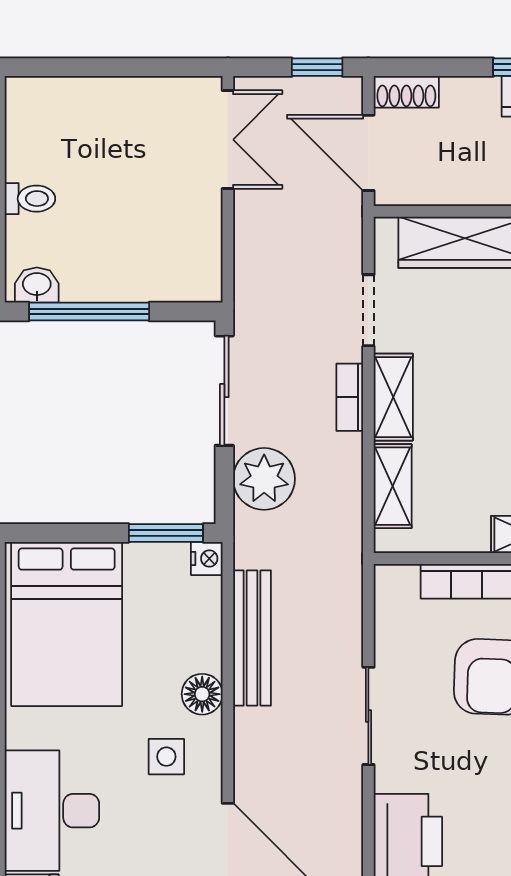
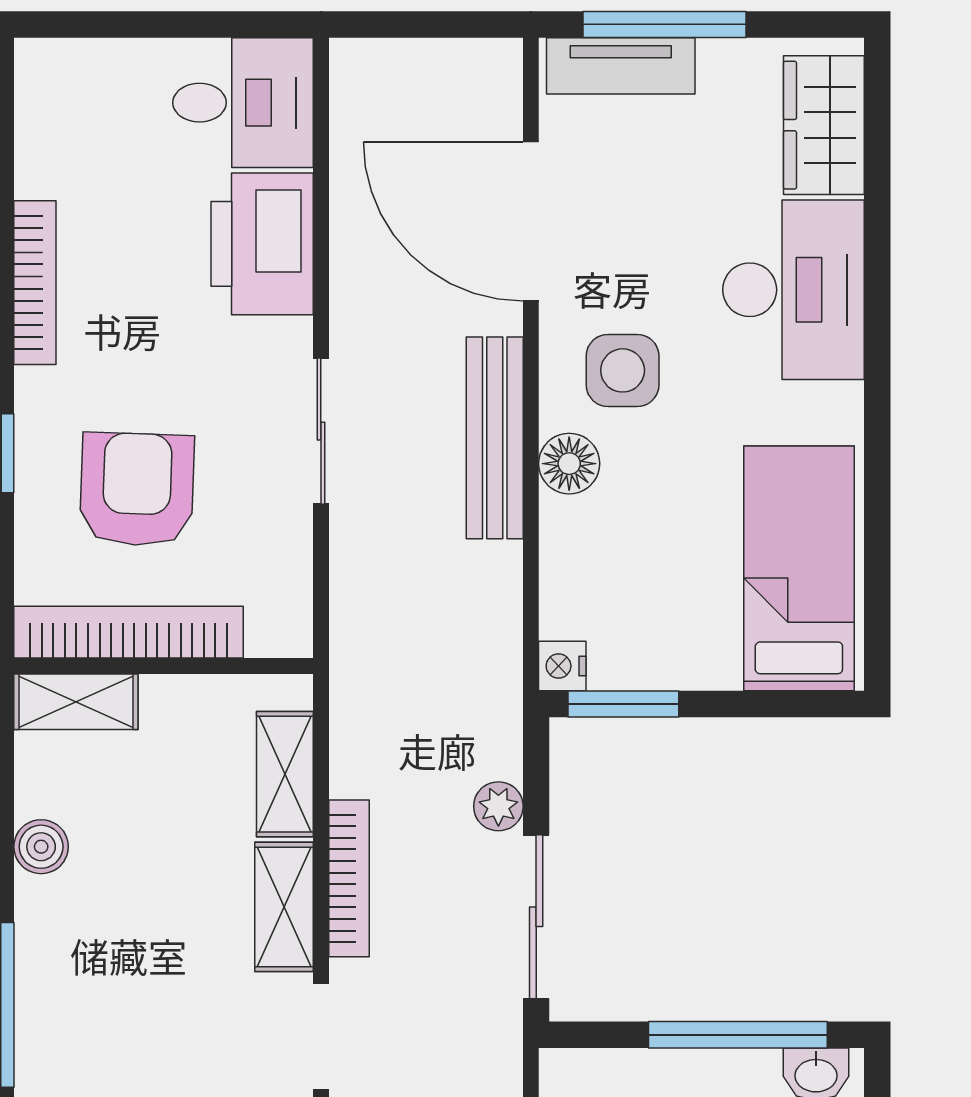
bookcase: (350, 397) -> (349, 878), width x1.56
plant: (264, 479) -> (498, 806), width x0.53, depth x0.53
bed: (67, 624) -> (799, 568), width x0.67
bench: (252, 638) -> (495, 438), moved
side table: (166, 757) -> (623, 370), width x1.37, depth x1.37

